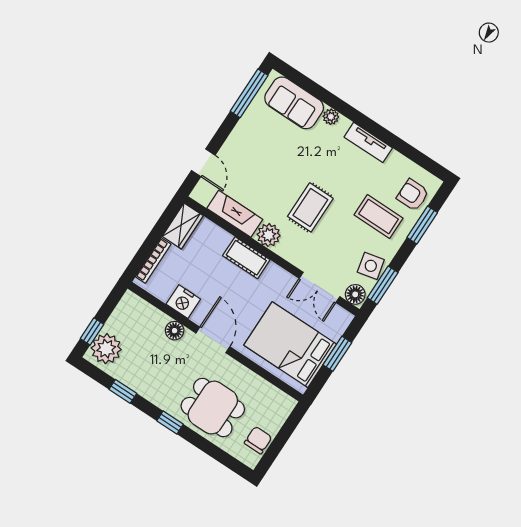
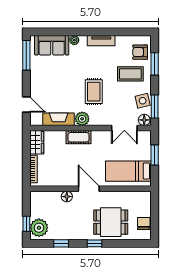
nightstand: (183, 302) -> (62, 179), removed
bed: (290, 345) -> (128, 171), width x0.67

